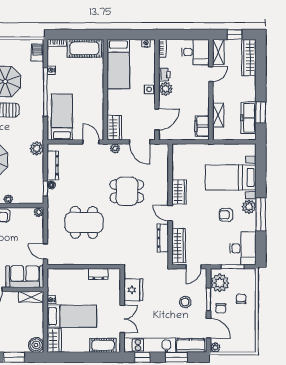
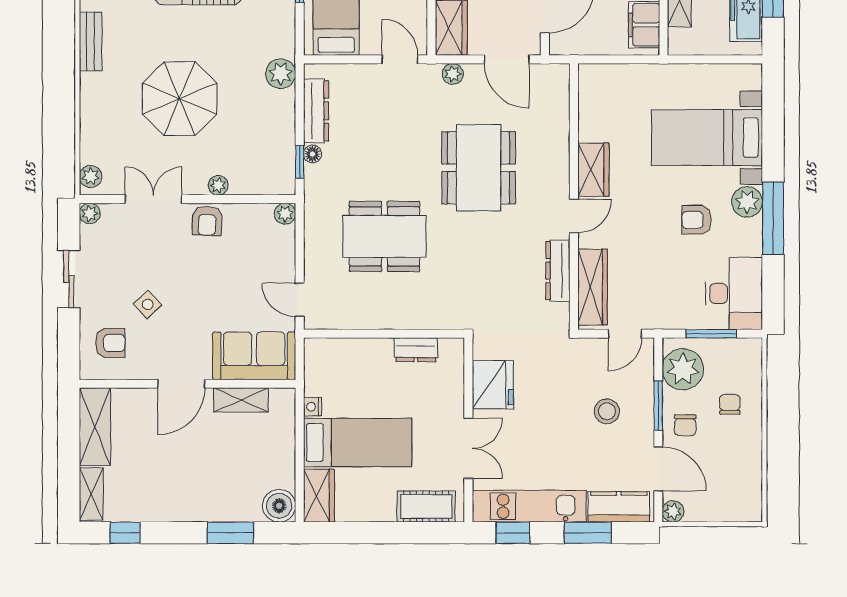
dining table: (127, 191) -> (479, 168), width x1.37
door: (170, 213) -> (574, 216), swing flipped
shelving: (31, 297) -> (241, 400), moved

